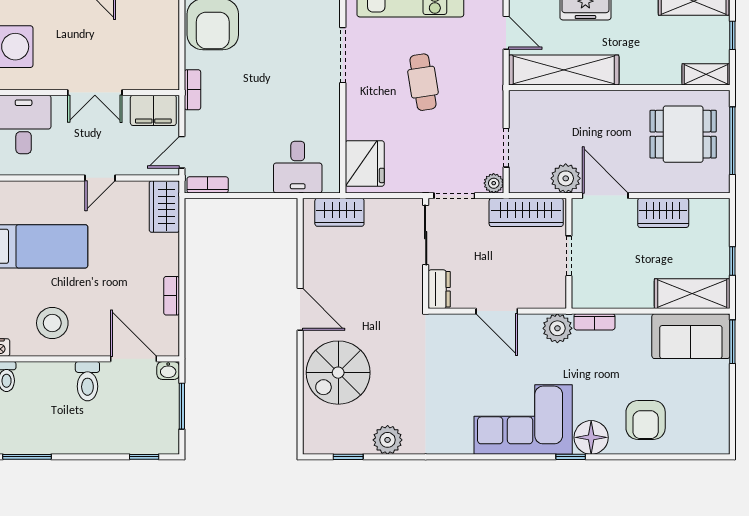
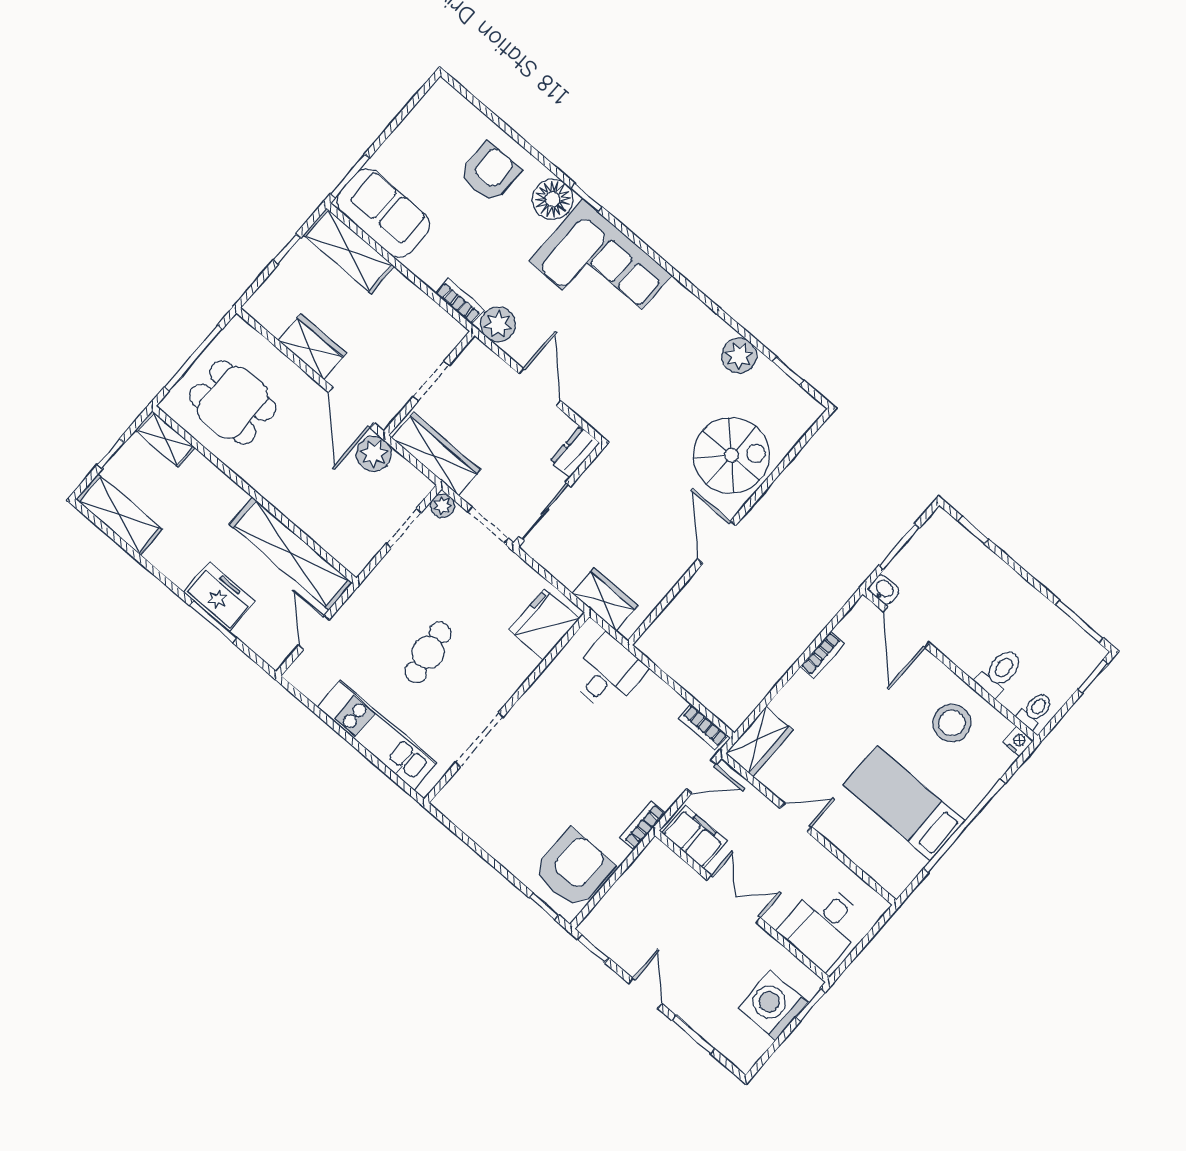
toilet: (87, 381) -> (1000, 673), moved

